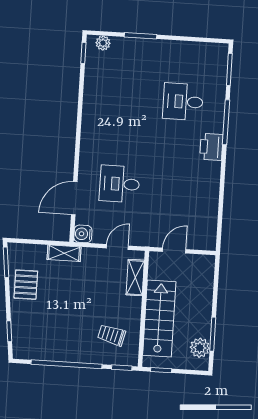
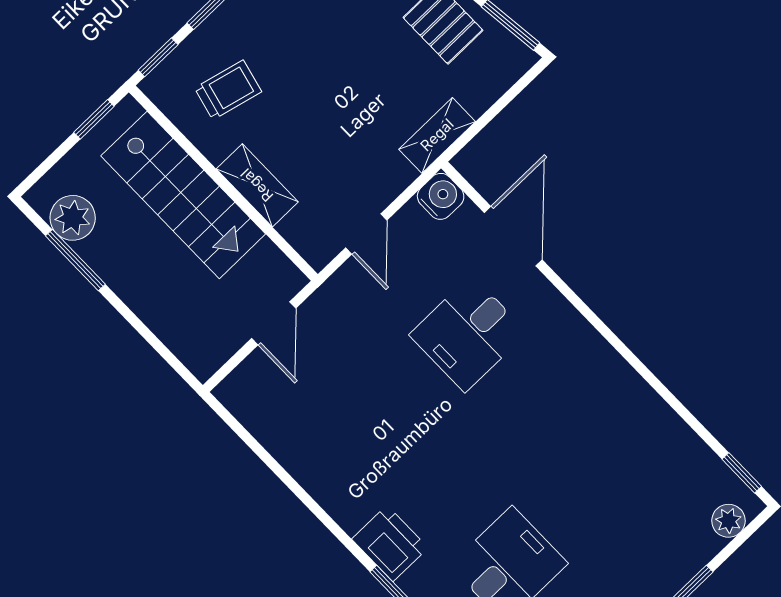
desk: (120, 184) -> (468, 334), turned 180
shelving: (135, 278) -> (257, 185), moved

